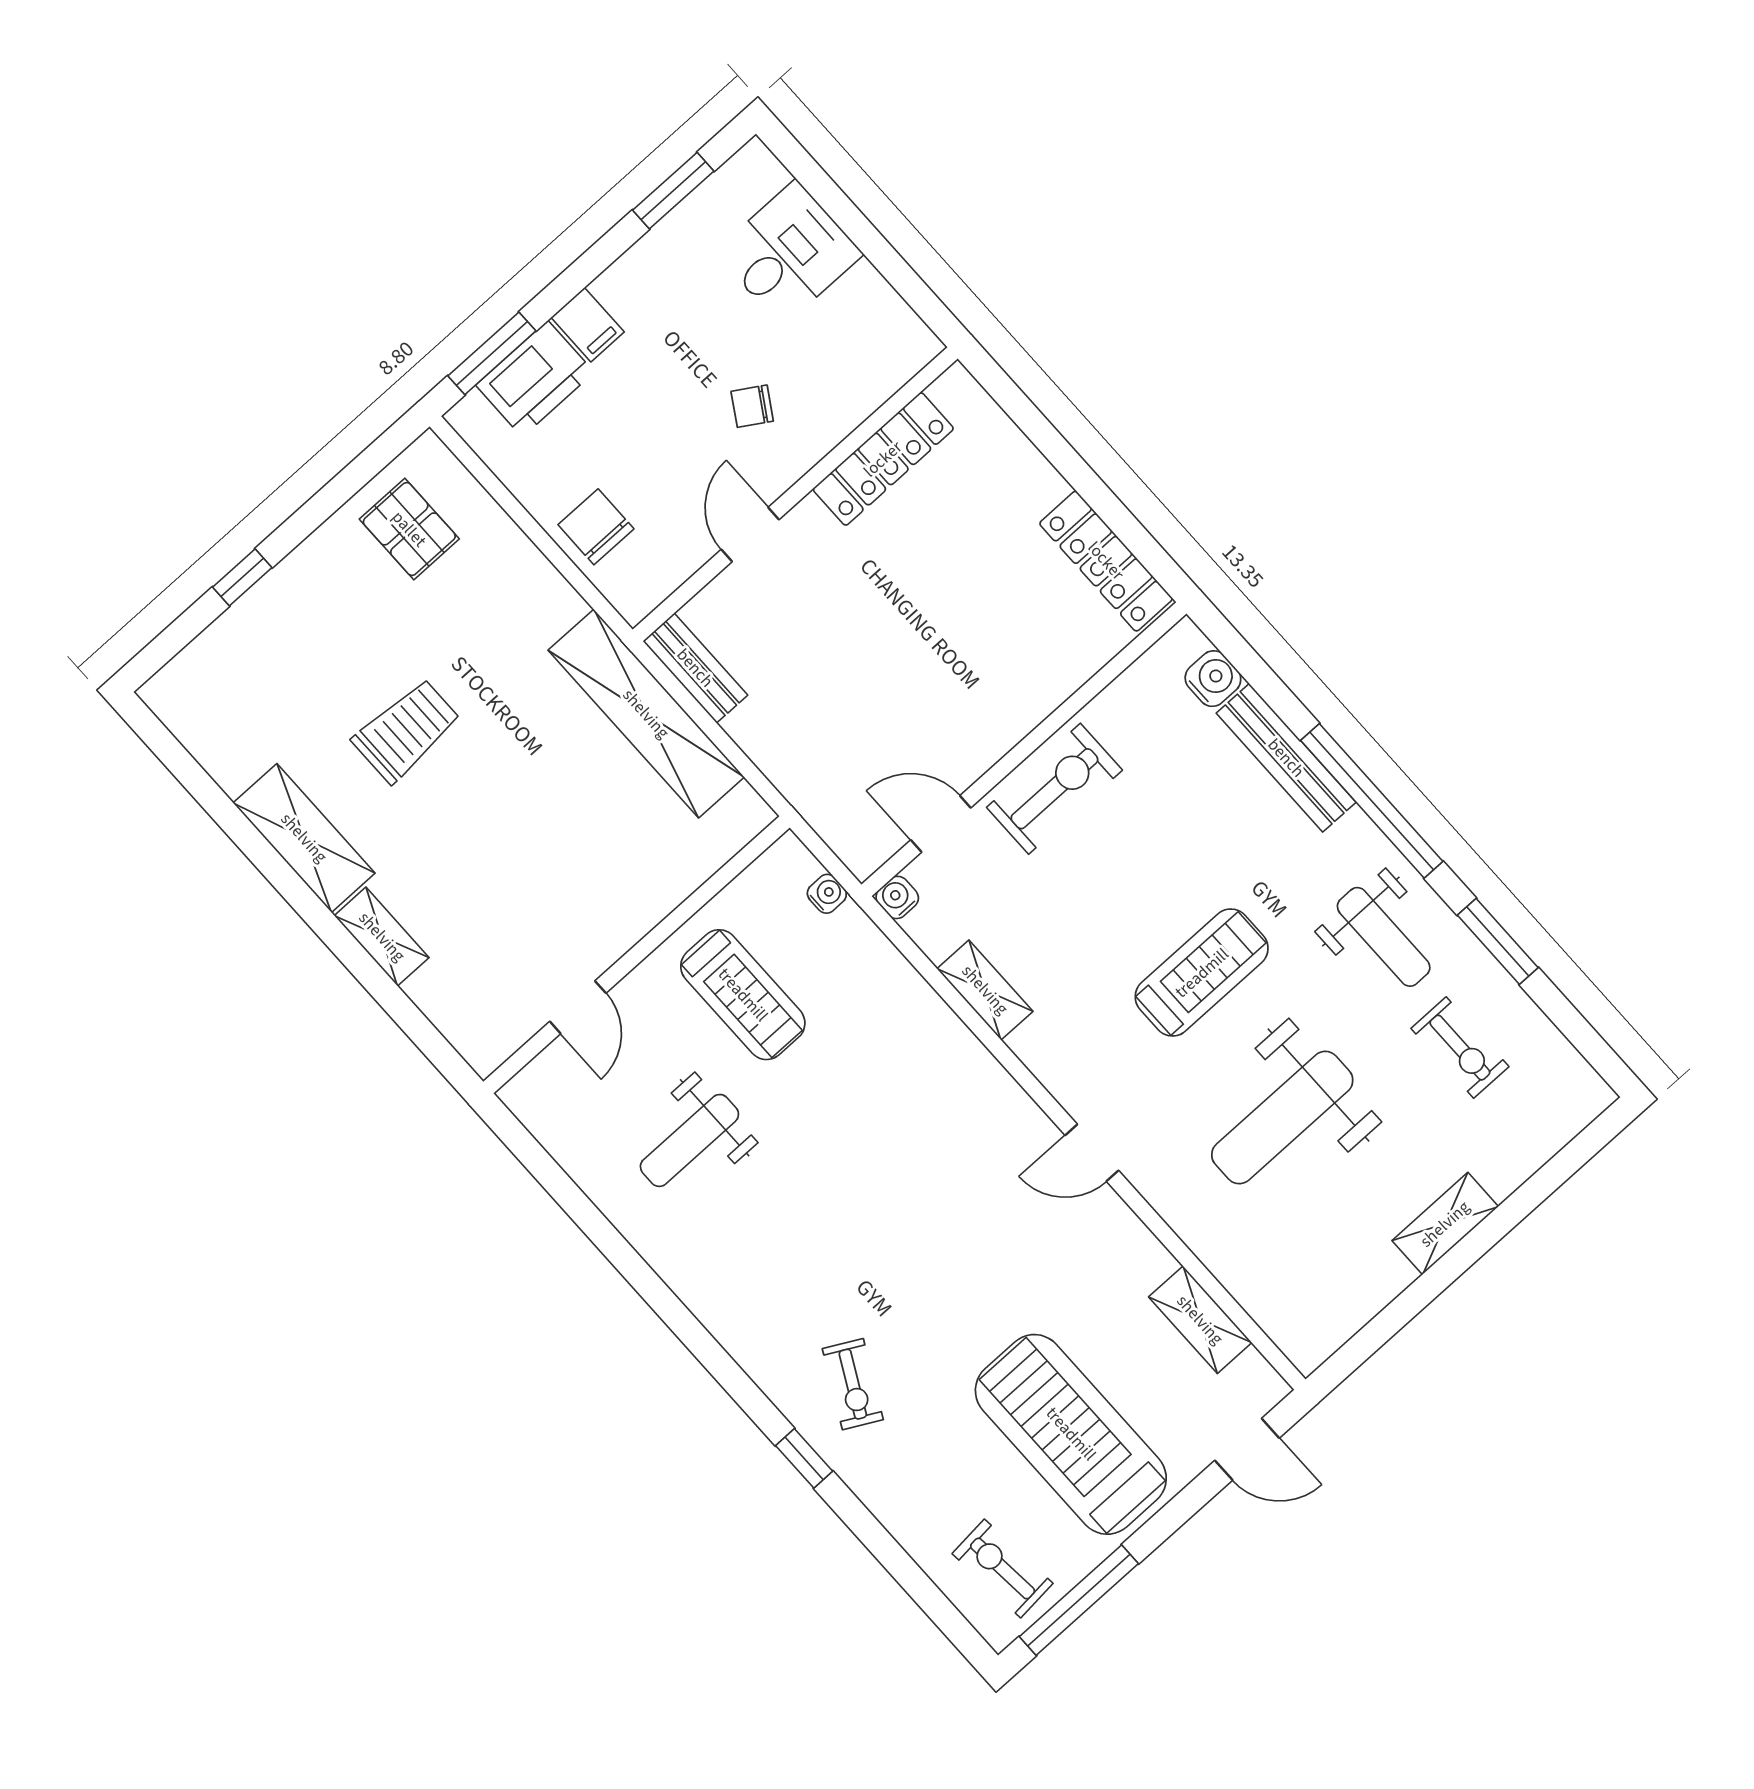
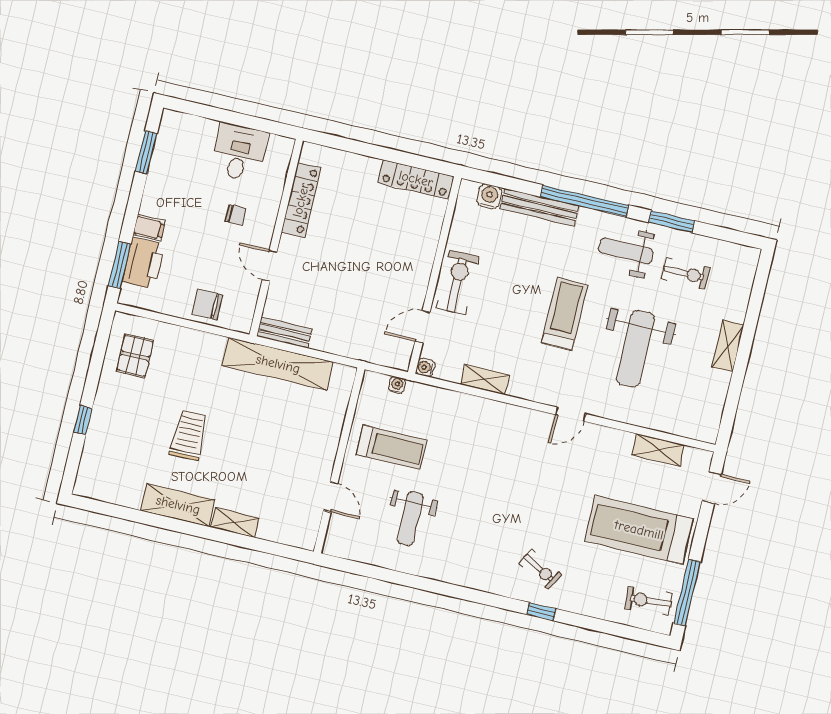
desk: (789, 253) -> (239, 153), moved
chair: (752, 406) -> (236, 215), turned -122
pallet: (409, 529) -> (135, 356), turned 90
weight bench: (1384, 937) -> (626, 251), turned 180

